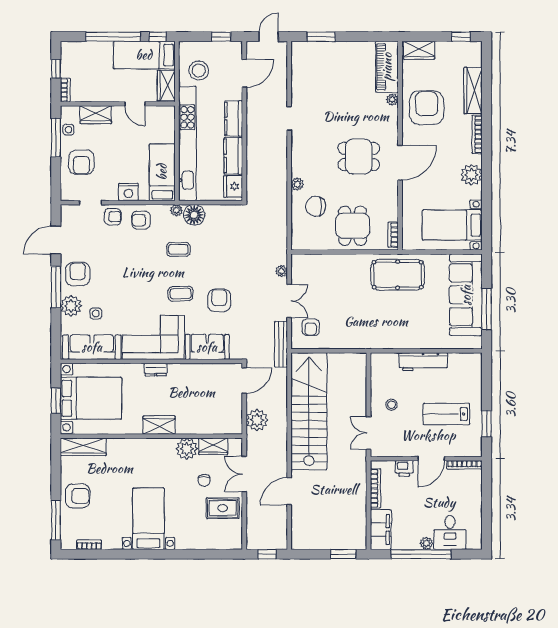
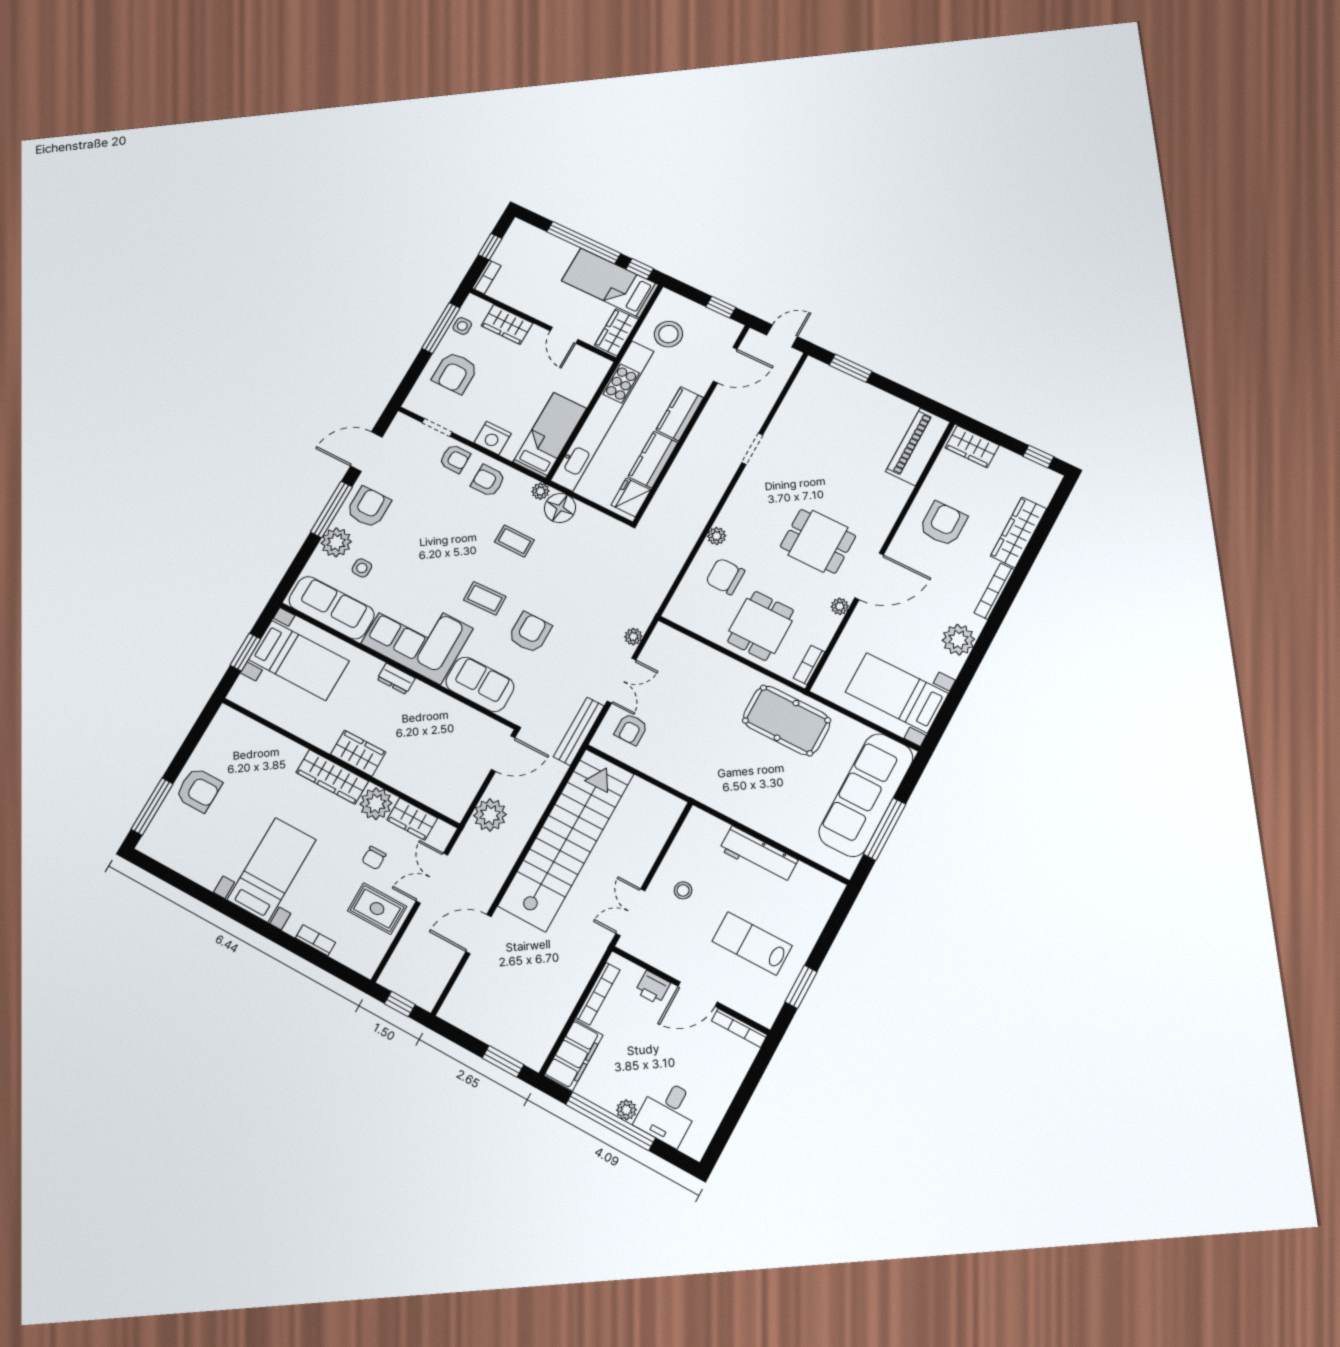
plant: (392, 99) -> (840, 606), moved
armchair: (427, 108) -> (943, 524), width x0.73, depth x0.73
bed with nightstands: (91, 398) -> (299, 660), width x0.73
wardrobe: (83, 447) -> (332, 777), moved
bookcase: (89, 545) -> (315, 940), moved

